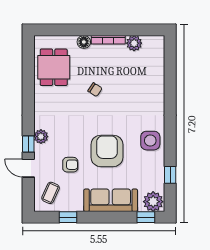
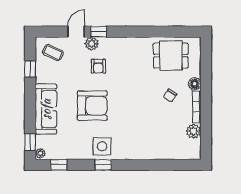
chair: (95, 90) -> (170, 96), moved
plant: (41, 137) -> (92, 44), moved
window: (170, 139) -> (103, 165), added
armchair: (70, 165) -> (98, 66), moved
window: (170, 175) -> (59, 165), moved
plant: (153, 202) -> (40, 153), width x0.53, depth x0.53

